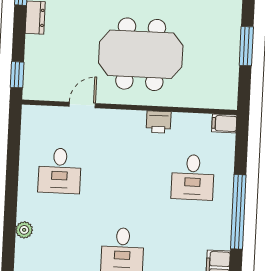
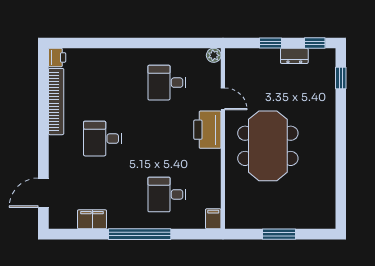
window: (17, 75) -> (271, 43), moved
printer: (159, 122) -> (207, 130), moved, width x1.87, depth x1.48
plant: (24, 230) -> (214, 55), moved

